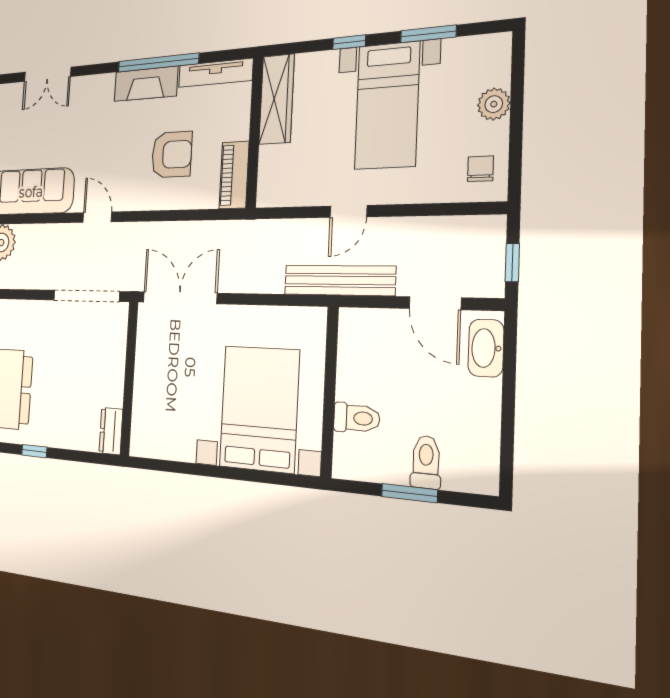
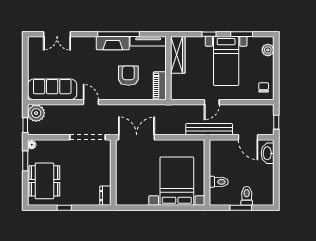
plant: (494, 104) -> (268, 50), moved
armchair: (172, 155) -> (128, 76), turned -90

